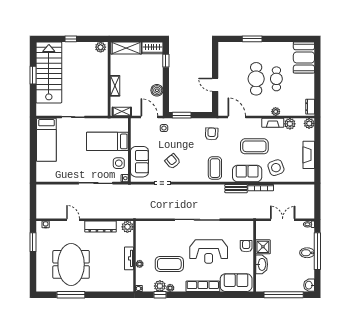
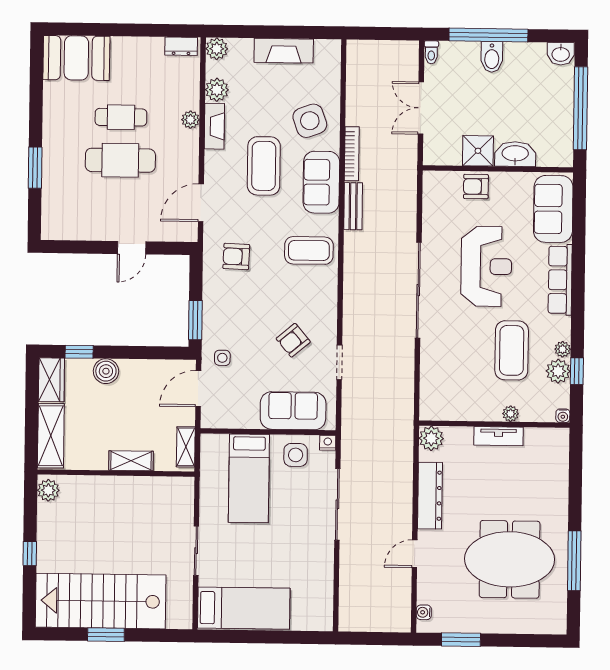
boiler: (157, 90) -> (106, 371), moved

